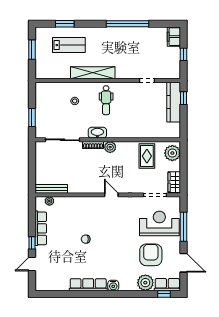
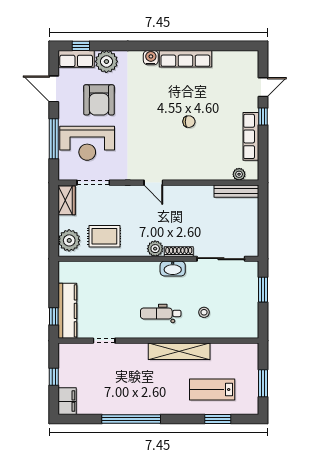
dental chair: (106, 100) -> (161, 313), turned -90
rug: (147, 156) -> (104, 236), turned 90

